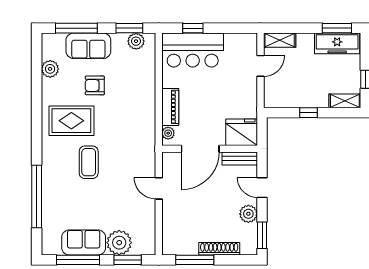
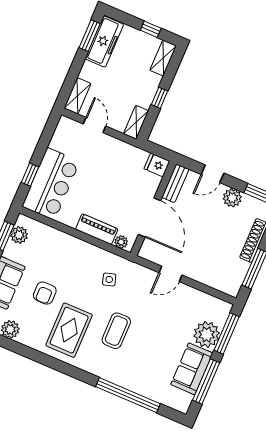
shelving: (278, 101) -> (136, 122), added
fridge: (242, 132) -> (157, 165), width x0.53, depth x0.75
side table: (131, 137) -> (109, 279), added
coffee table: (89, 162) -> (116, 331), turned 90
window: (128, 260) -> (227, 333), width x1.44

